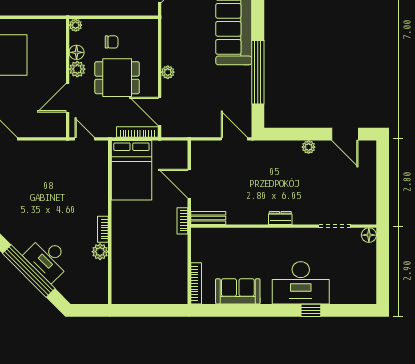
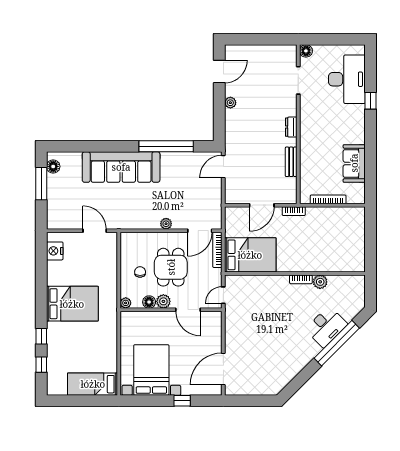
bench: (208, 218) -> (291, 162), moved
bookcase: (196, 283) -> (328, 199), moved
desk: (301, 283) -> (347, 79), moved

